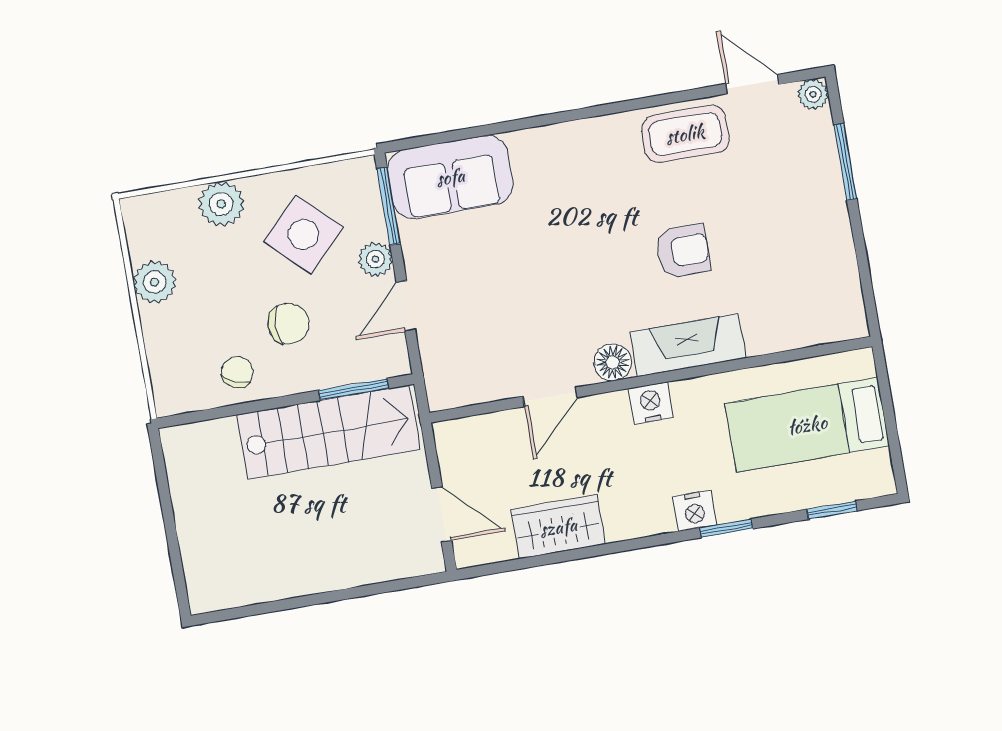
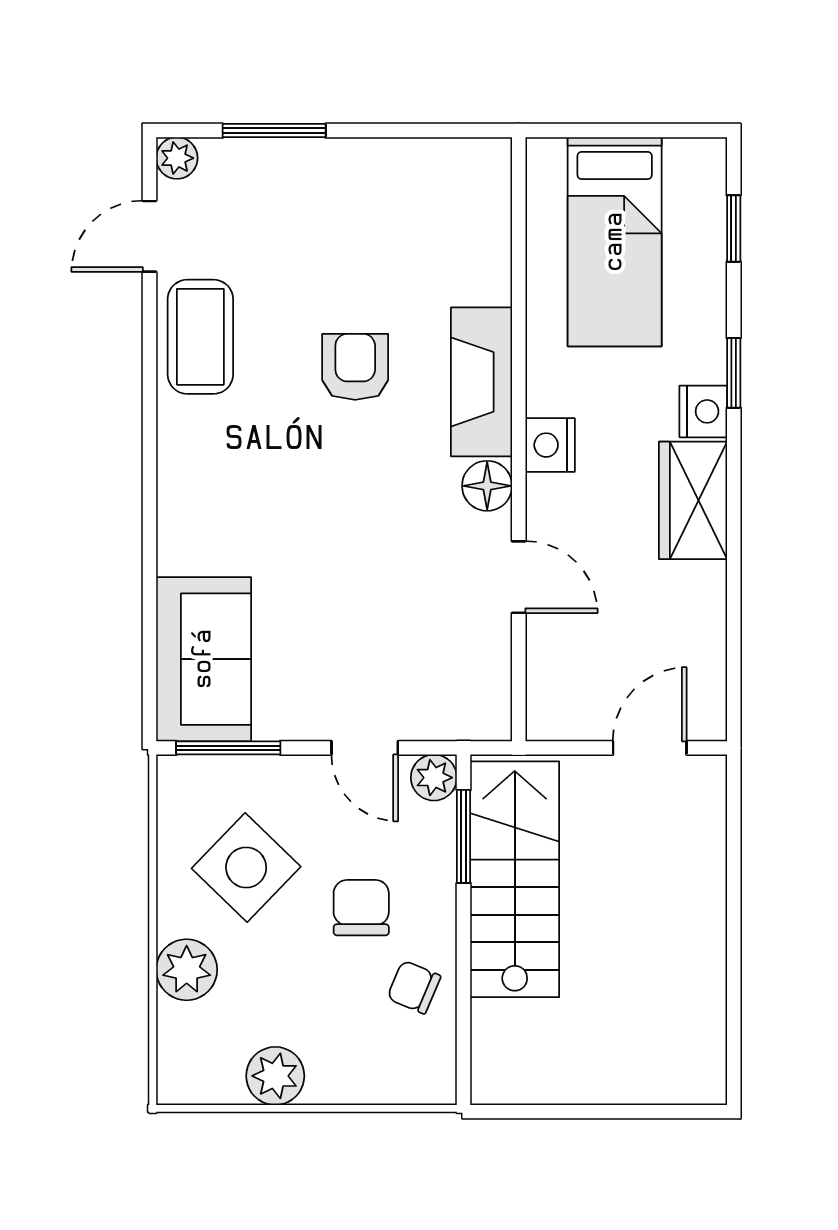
plant: (375, 259) -> (434, 778), moved
wardrobe: (558, 527) -> (693, 500), moved

